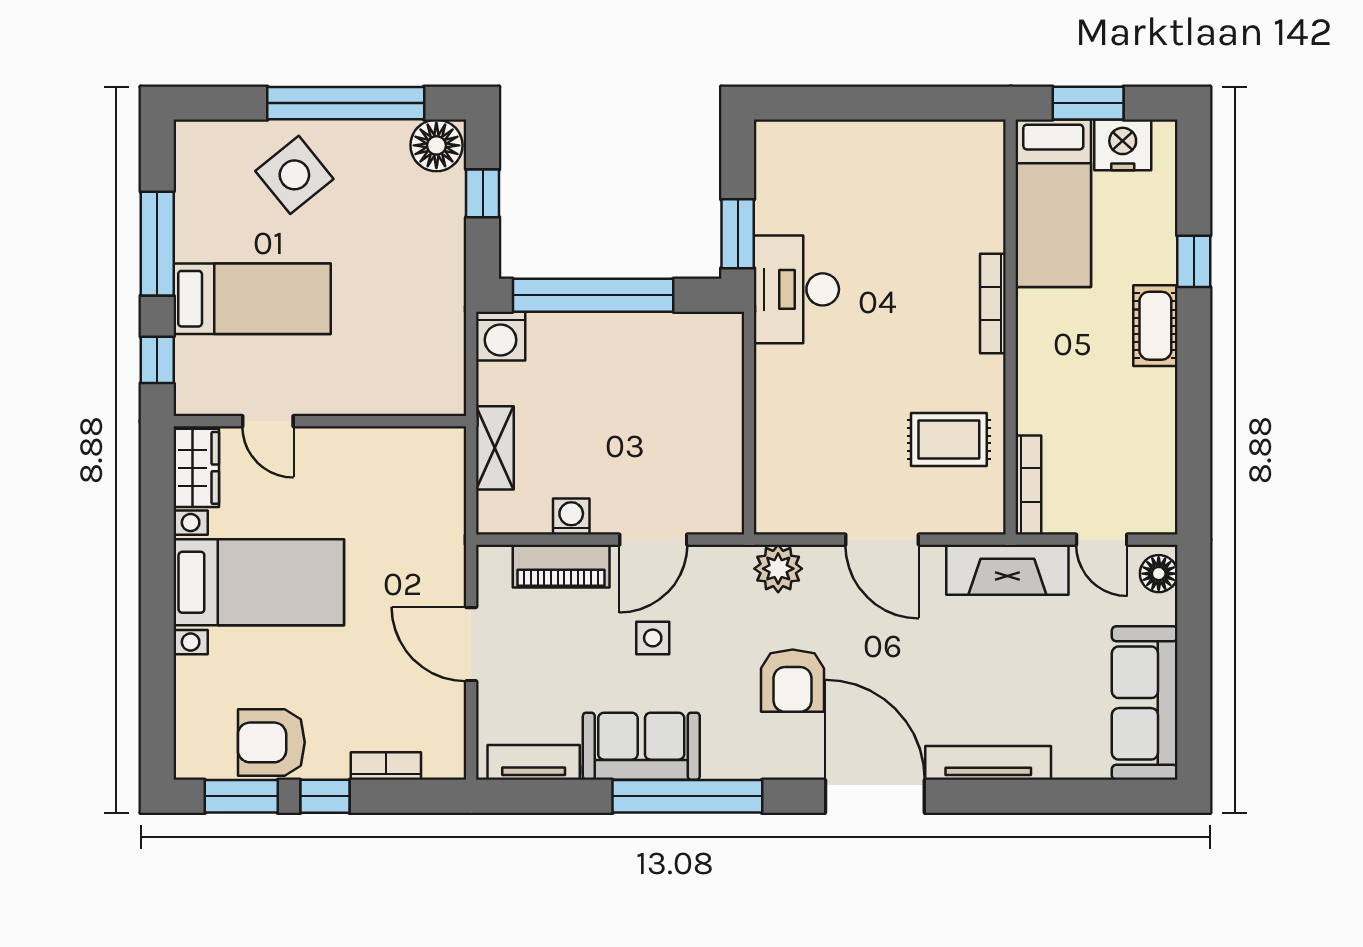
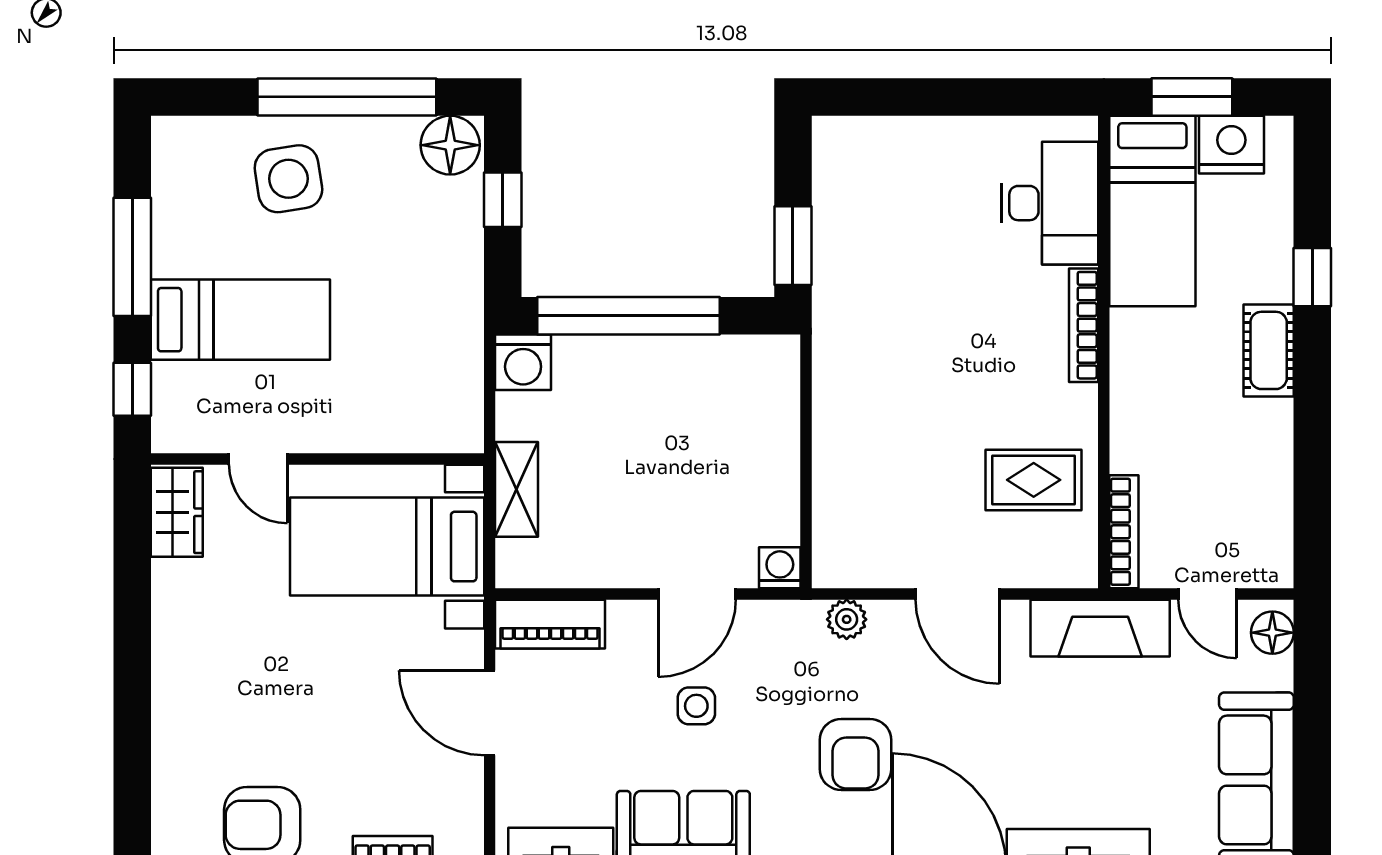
side table: (294, 175) -> (288, 179), turned 30
desk: (796, 289) -> (1050, 203), moved, turned 180
washing machine: (571, 517) -> (780, 568), moved
piano: (561, 566) -> (550, 624), moved
plant: (778, 569) -> (847, 619), width x0.73, depth x0.73
bed with nightstands: (259, 582) -> (387, 547), moved, turned 180

